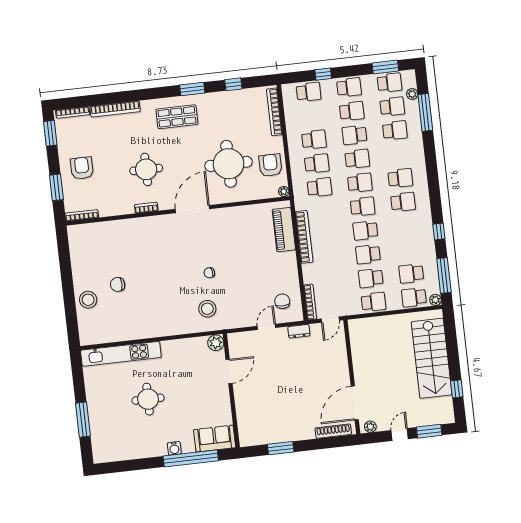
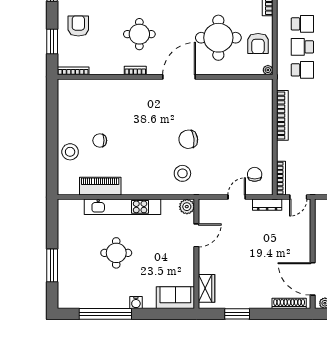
school desk: (317, 163) -> (302, 47), turned 180
armchair: (270, 165) -> (258, 44), turned 180
piano: (284, 230) -> (100, 186), moved, turned 90
chair: (209, 273) -> (188, 139), width x1.87, depth x1.87
dresser: (299, 331) -> (267, 205), width x1.44
kitchen unit: (121, 354) -> (123, 207), moved
door: (355, 403) -> (313, 279), hinge flipped
wardrobe: (246, 425) -> (206, 288), added
window: (191, 458) -> (105, 314), moved

